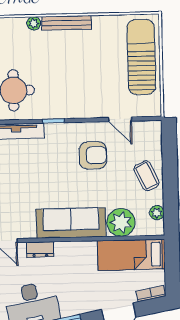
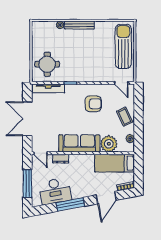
door: (120, 119) -> (121, 83), moved

